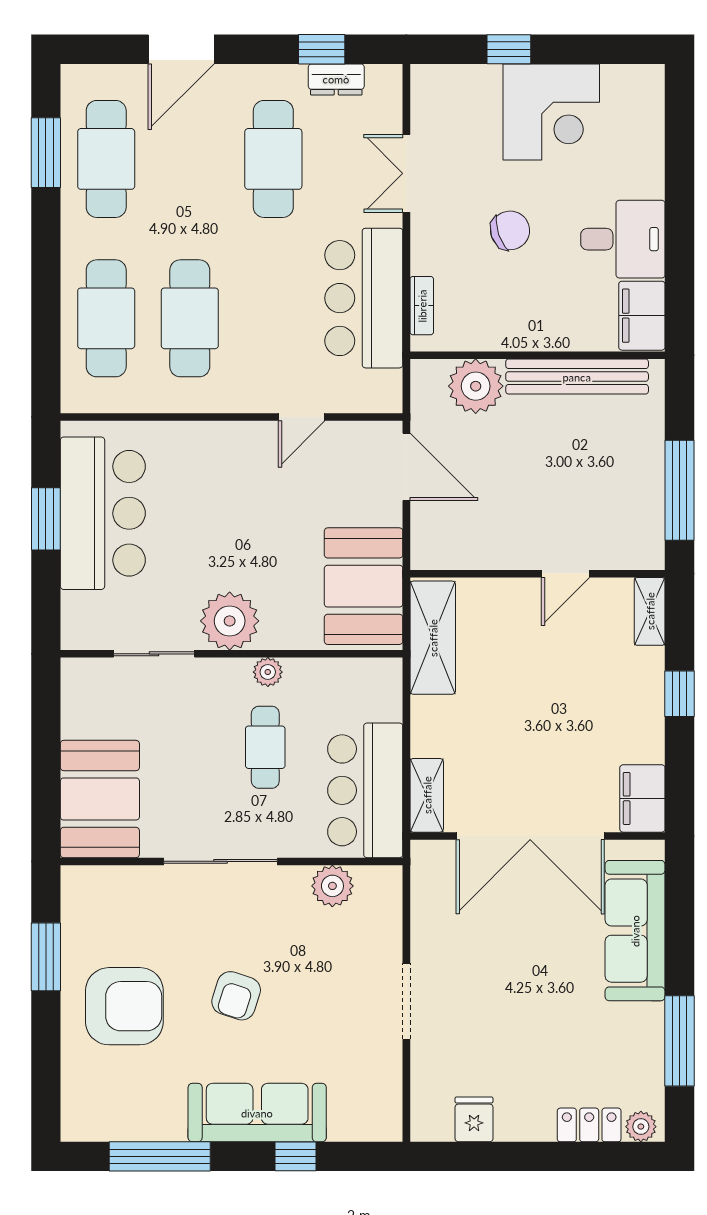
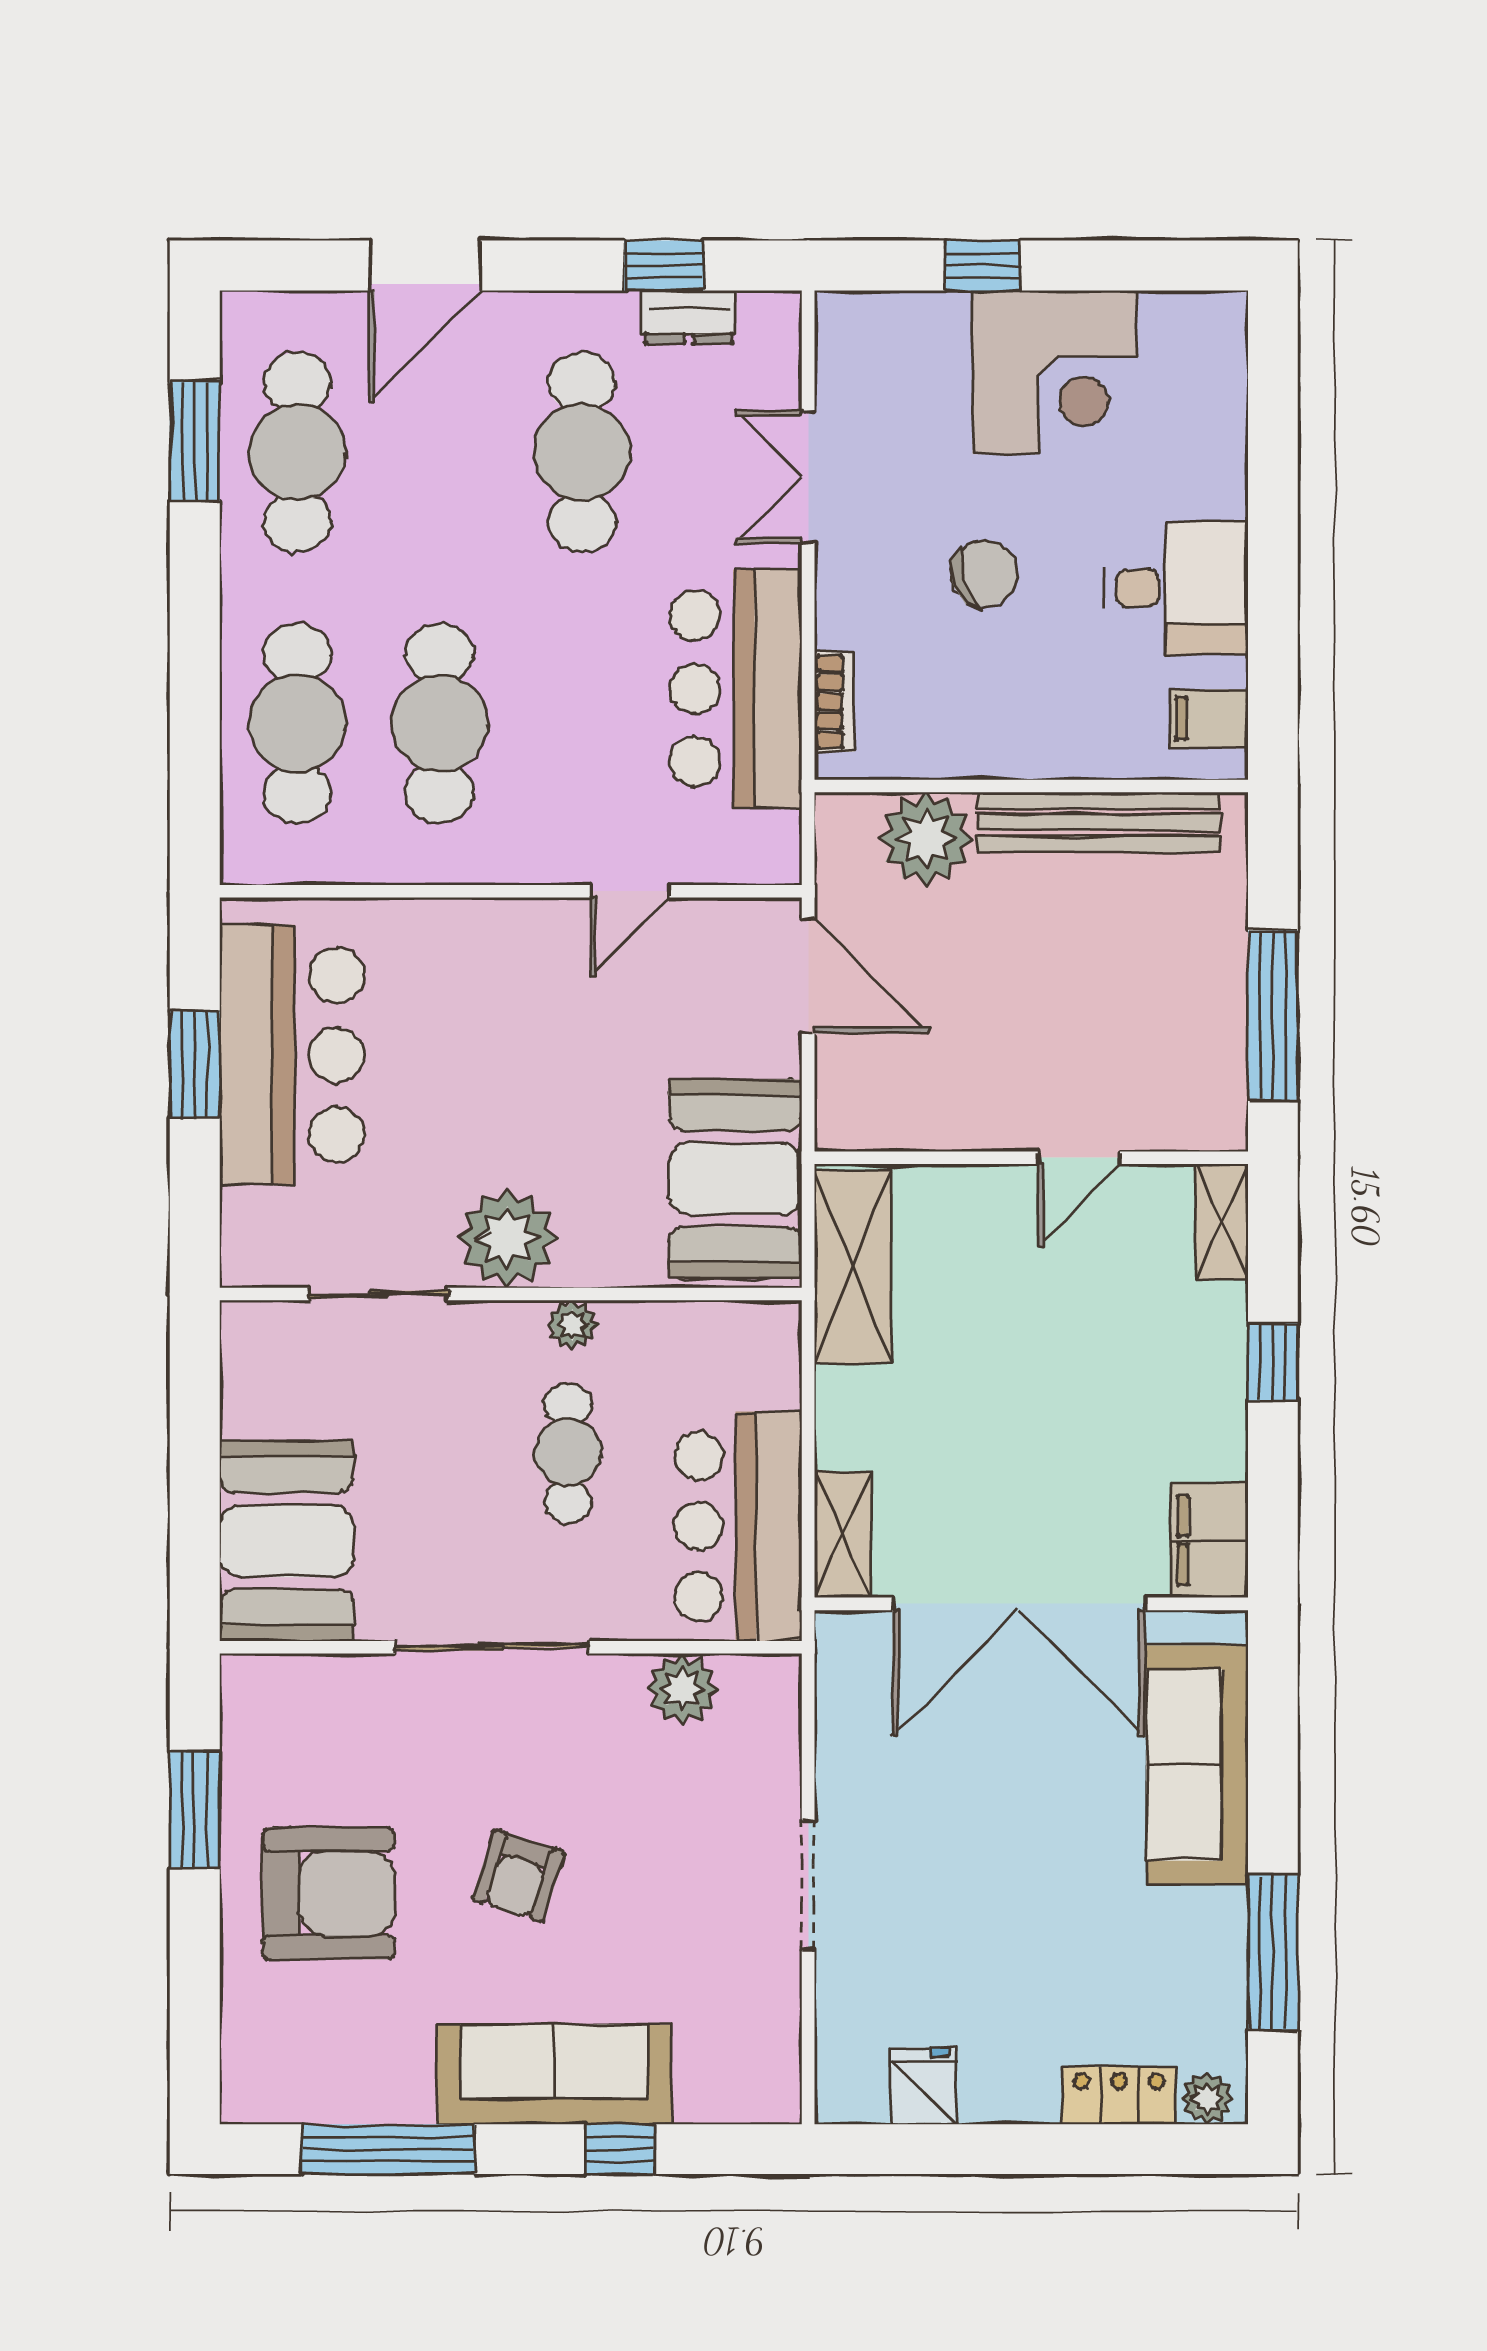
filing cabinet: (642, 316) -> (1209, 719), width x0.50

